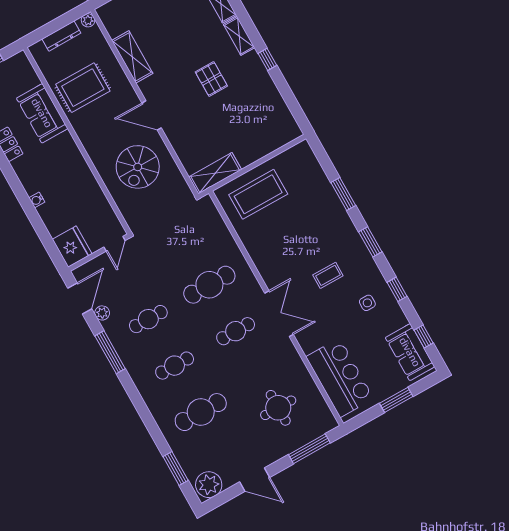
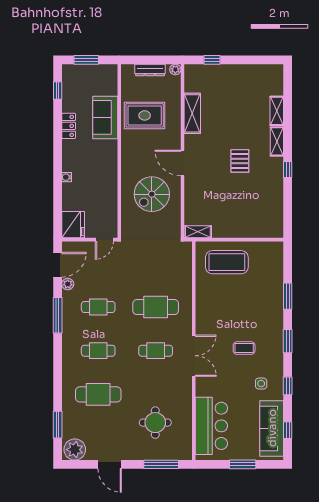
shelving: (215, 173) -> (198, 232), width x0.67, depth x0.75
sofa: (410, 352) -> (272, 428), width x1.36

